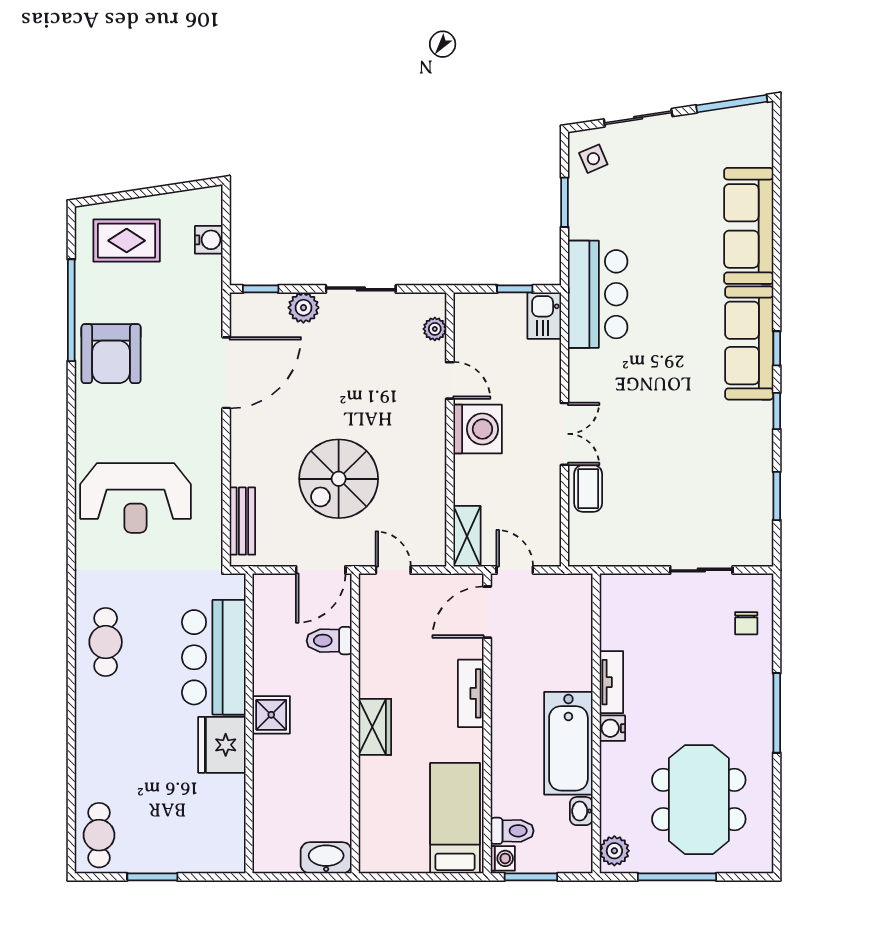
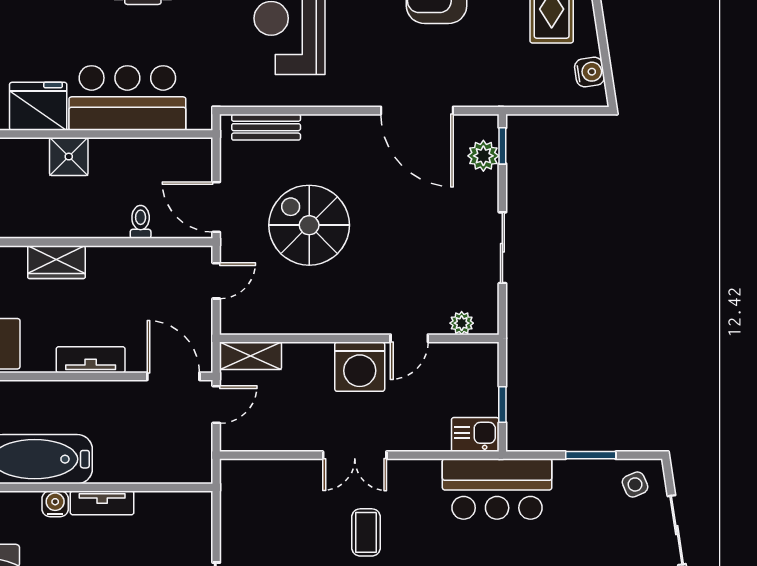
water cooler: (209, 240) -> (590, 72), moved, turned -99
plant: (303, 308) -> (483, 156), moved
coffee table: (588, 489) -> (366, 532), moved, turned 90
toilet: (329, 641) -> (141, 222), width x0.73, depth x0.72

